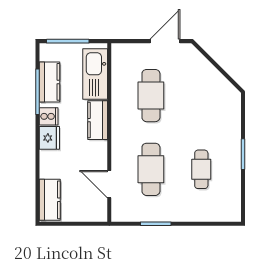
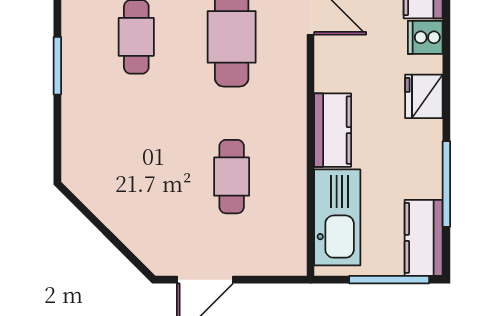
kitchen counter: (49, 82) -> (424, 238), moved
cafe table: (151, 96) -> (232, 177), width x0.73, depth x0.74
cooker: (49, 116) -> (425, 37), moved

